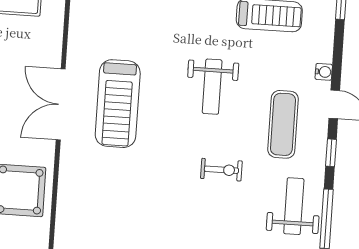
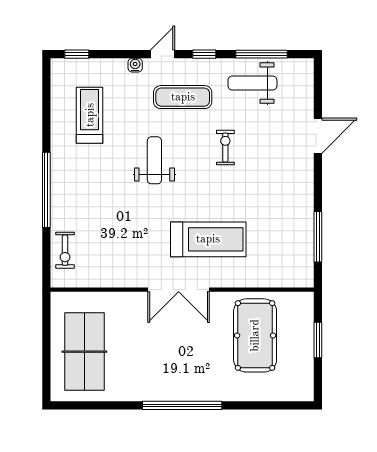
weight bench: (212, 87) -> (154, 160), turned -90
treadmill: (118, 104) -> (208, 239), moved

